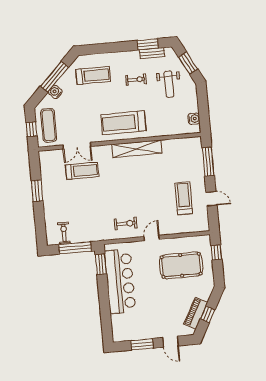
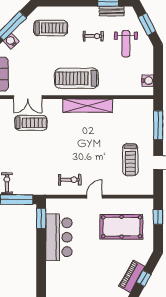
treadmill: (184, 198) -> (130, 160), turned 180
bar counter: (120, 281) -> (59, 237), width x0.73

